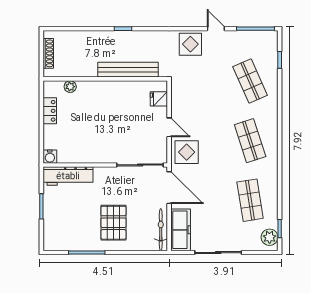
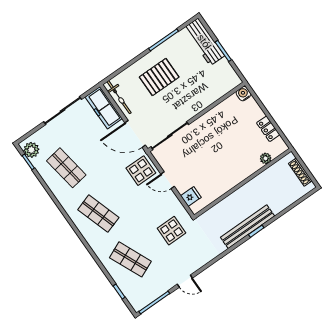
display table: (190, 44) -> (172, 231), moved
bench: (128, 70) -> (248, 227), moved
workbench: (68, 176) -> (204, 42), moved, turned -90
pallet: (113, 223) -> (159, 77), turned 90

